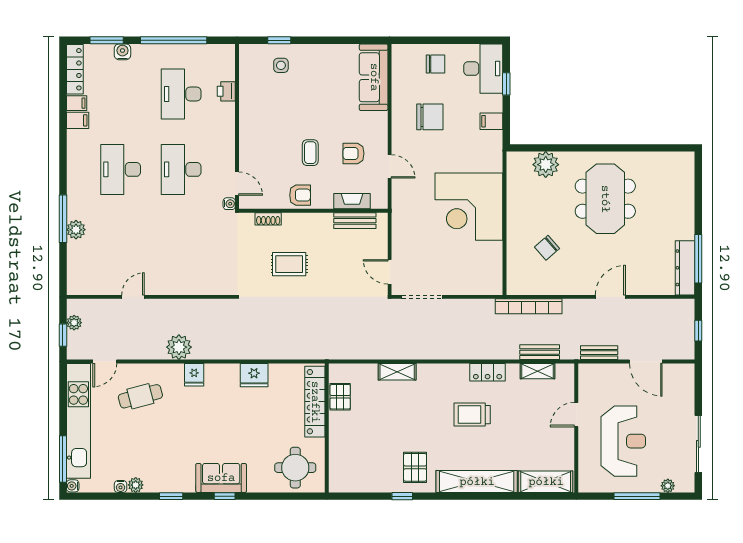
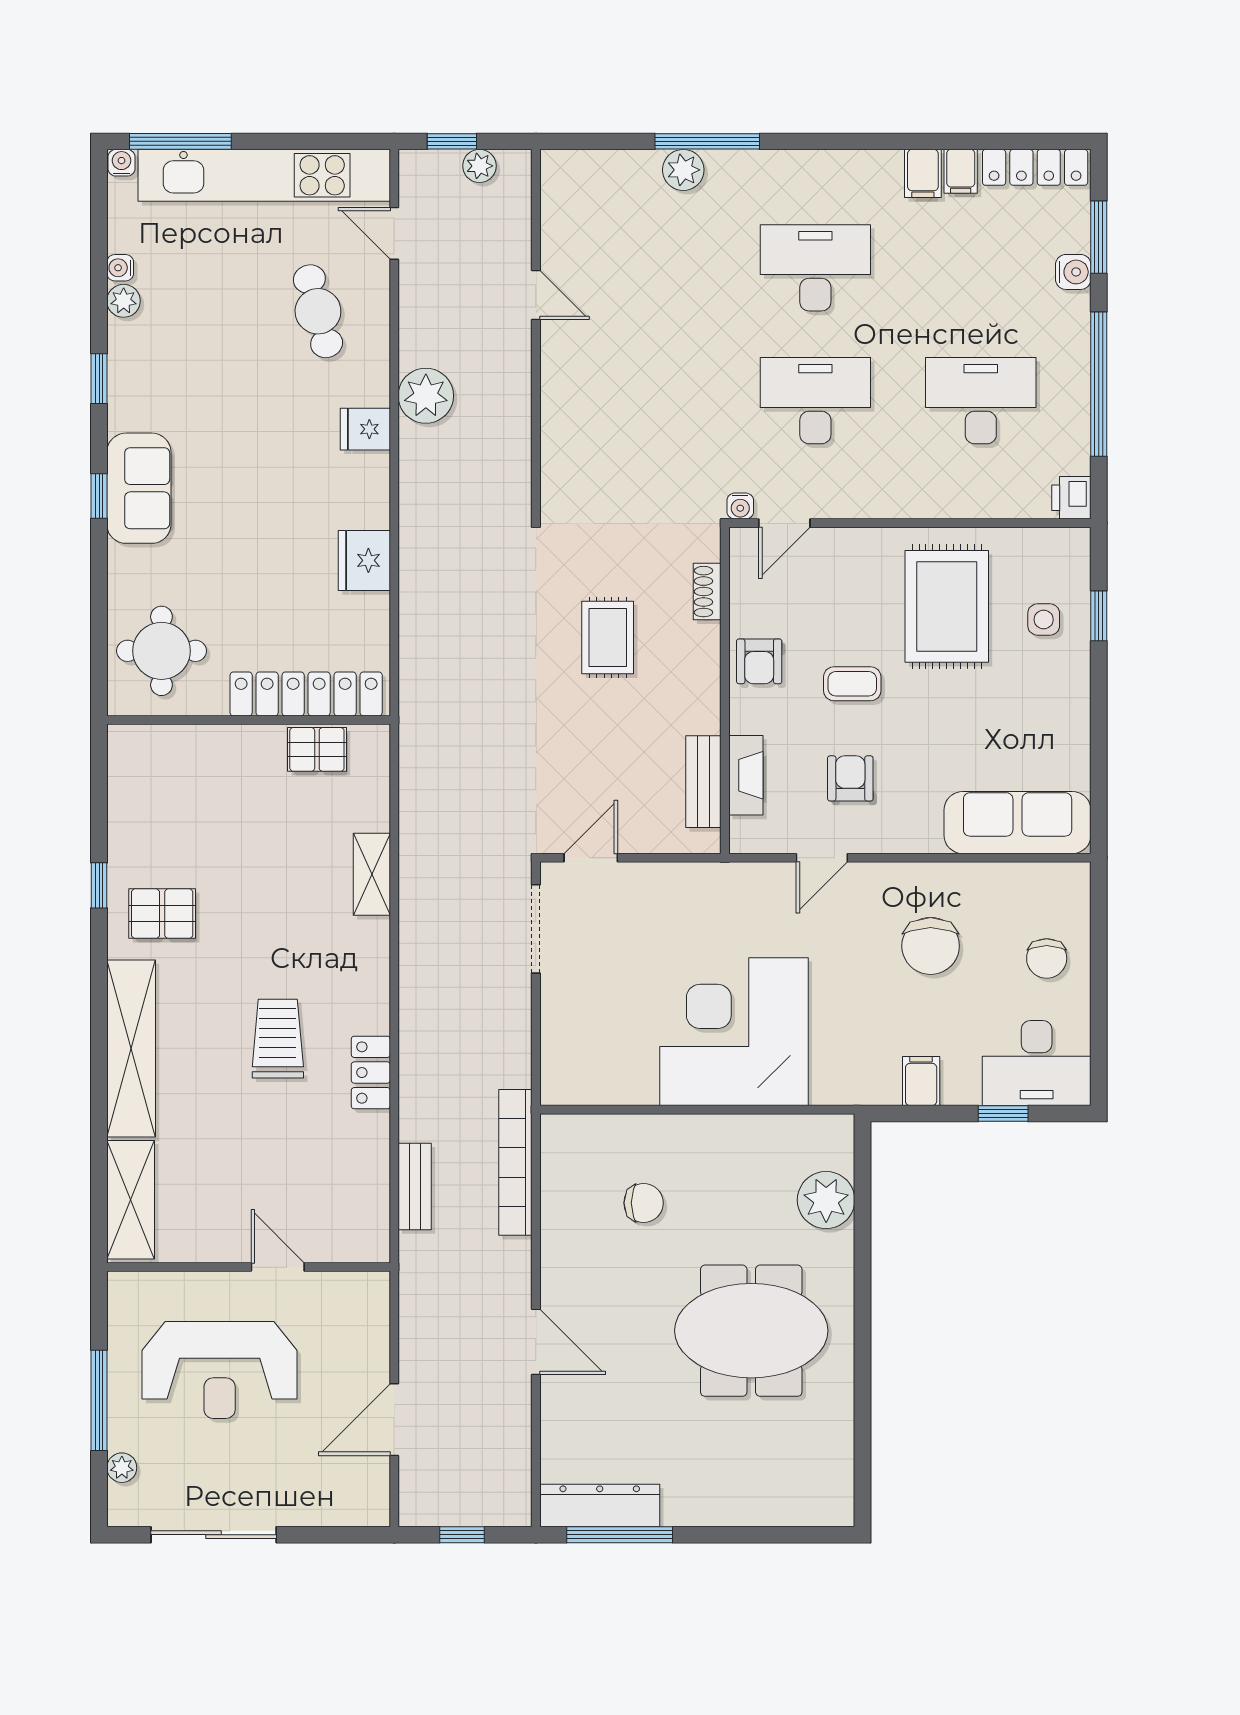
printer: (226, 91) -> (1071, 498), moved, turned -90
rug: (275, 110) -> (947, 606), added
chair: (547, 248) -> (644, 1203), turned 131
bench: (599, 353) -> (414, 1317), removed
shelving: (537, 371) -> (373, 1182), removed

